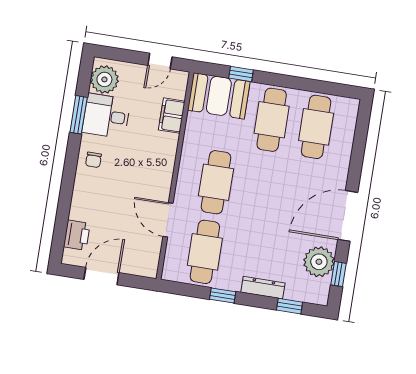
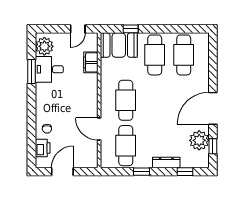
chair: (93, 160) -> (47, 129), moved

